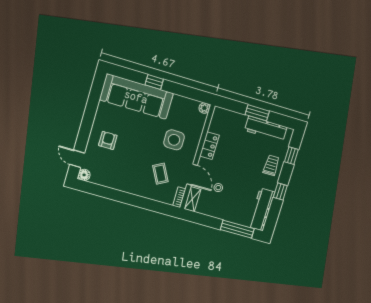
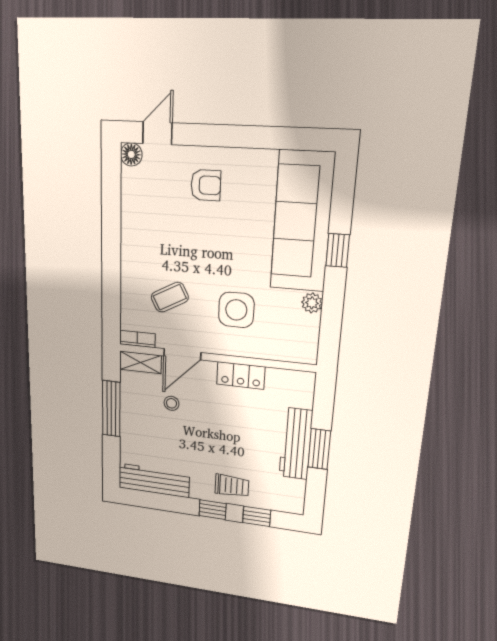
plant: (204, 108) -> (312, 303), moved
workbench: (266, 129) -> (296, 444), moved
window: (280, 192) -> (213, 510), moved
window: (237, 229) -> (111, 409), moved

